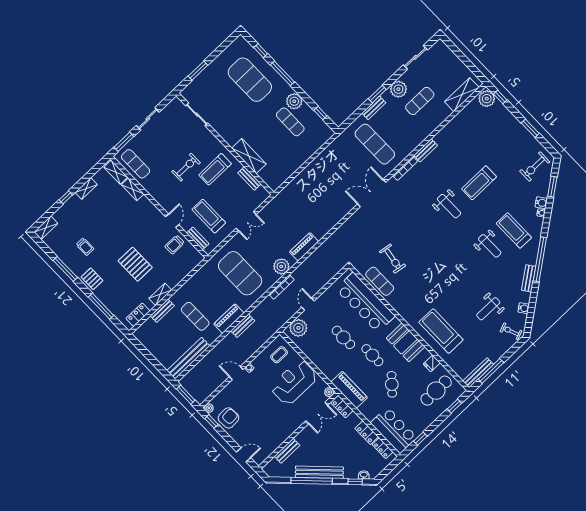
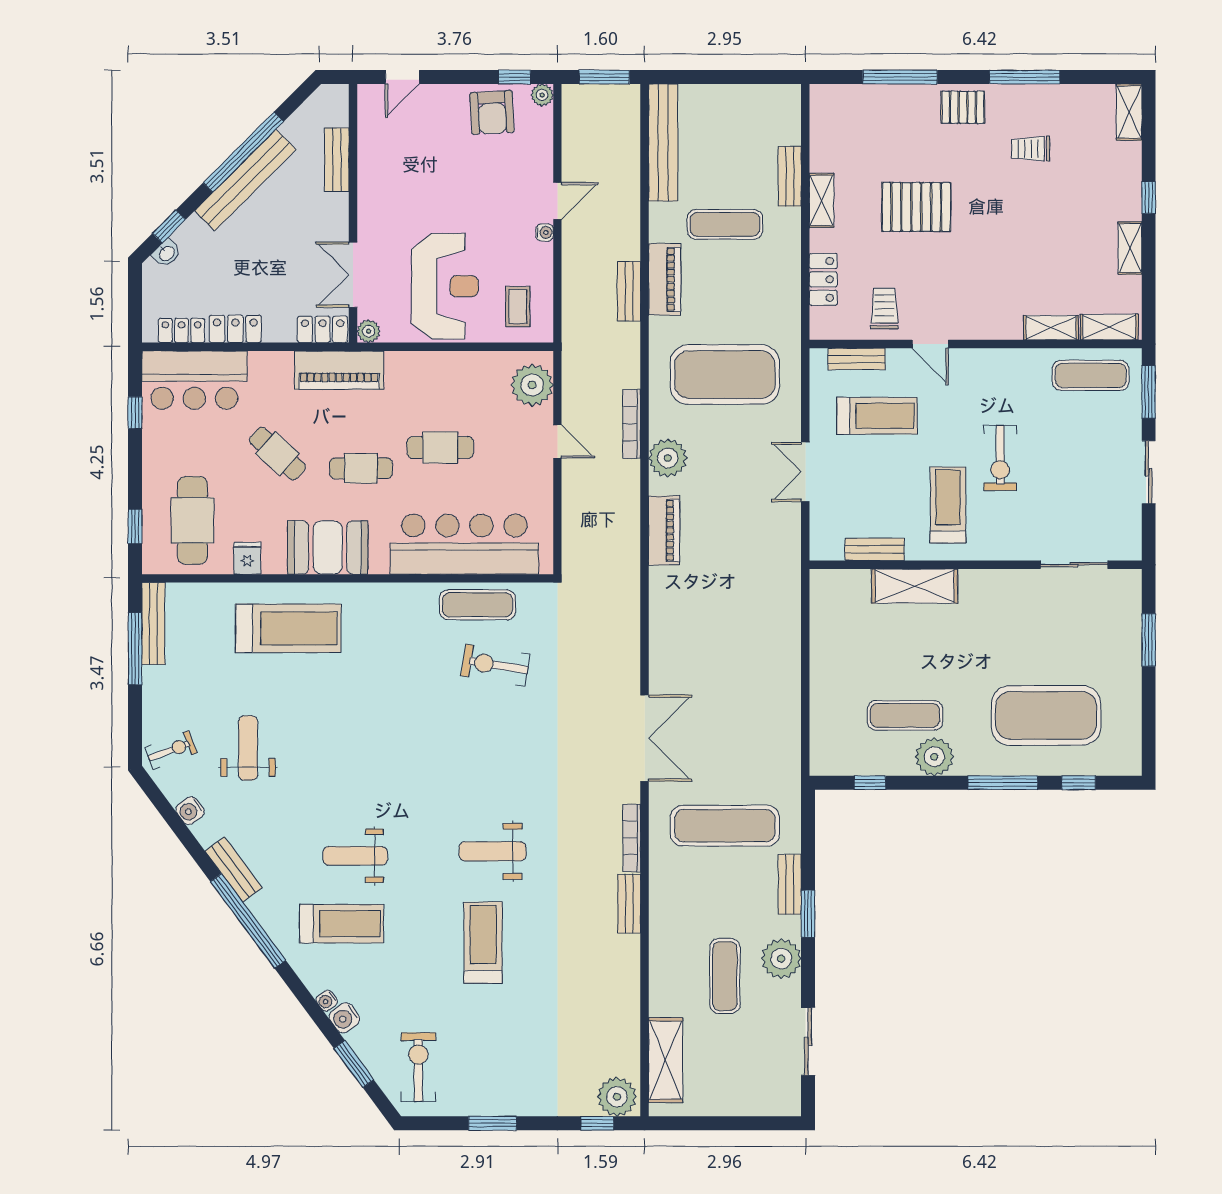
locker: (138, 315) -> (823, 279), moved

